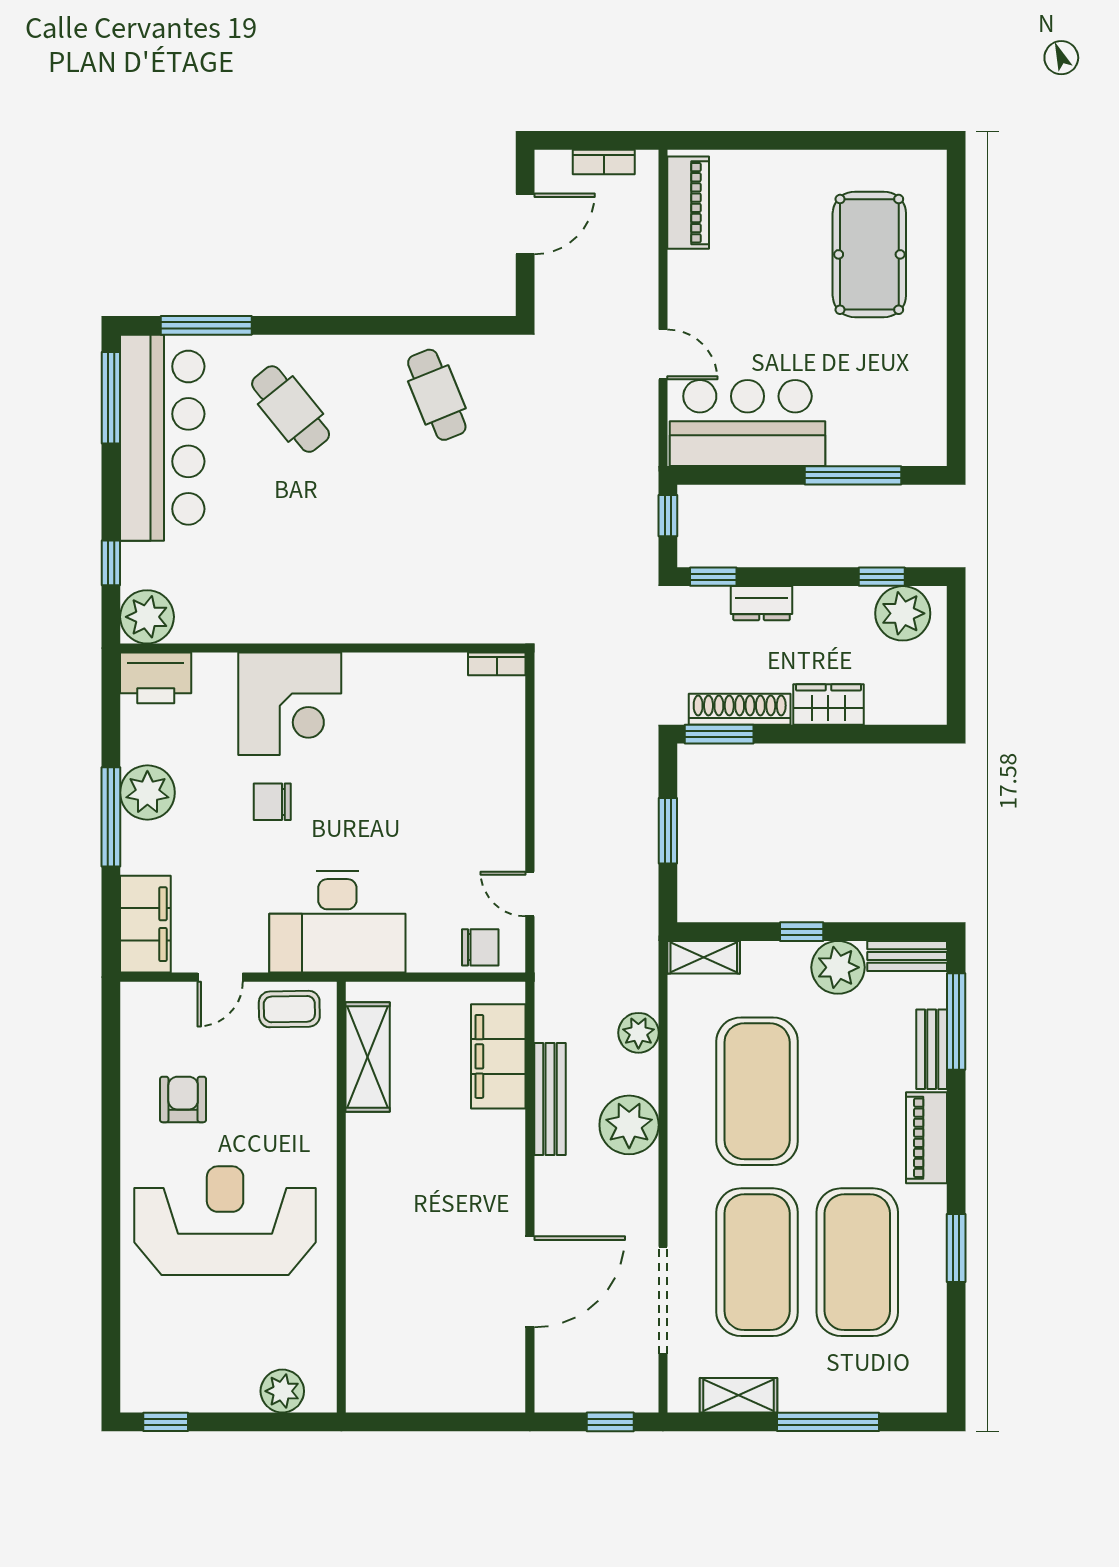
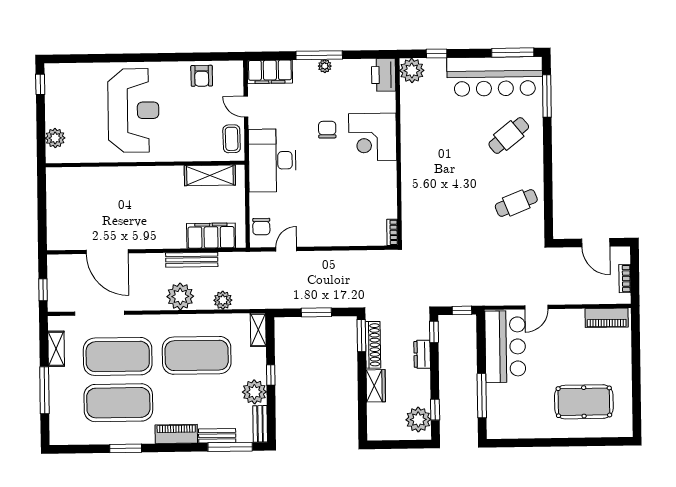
plant: (147, 793) -> (325, 66), width x0.53, depth x0.53
armchair: (183, 1099) -> (202, 76), moved, turned 90

